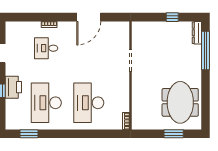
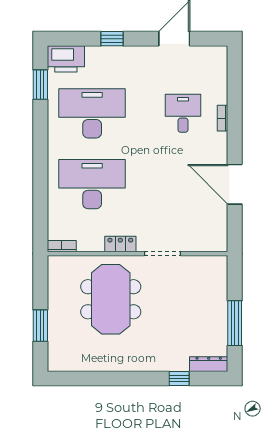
window: (172, 17) -> (235, 323), width x2.17
window: (206, 50) -> (179, 379), width x0.32
locker: (125, 86) -> (120, 244), added
printer: (13, 87) -> (66, 59), moved
meeting table: (180, 102) -> (111, 299), moved, turned 90

